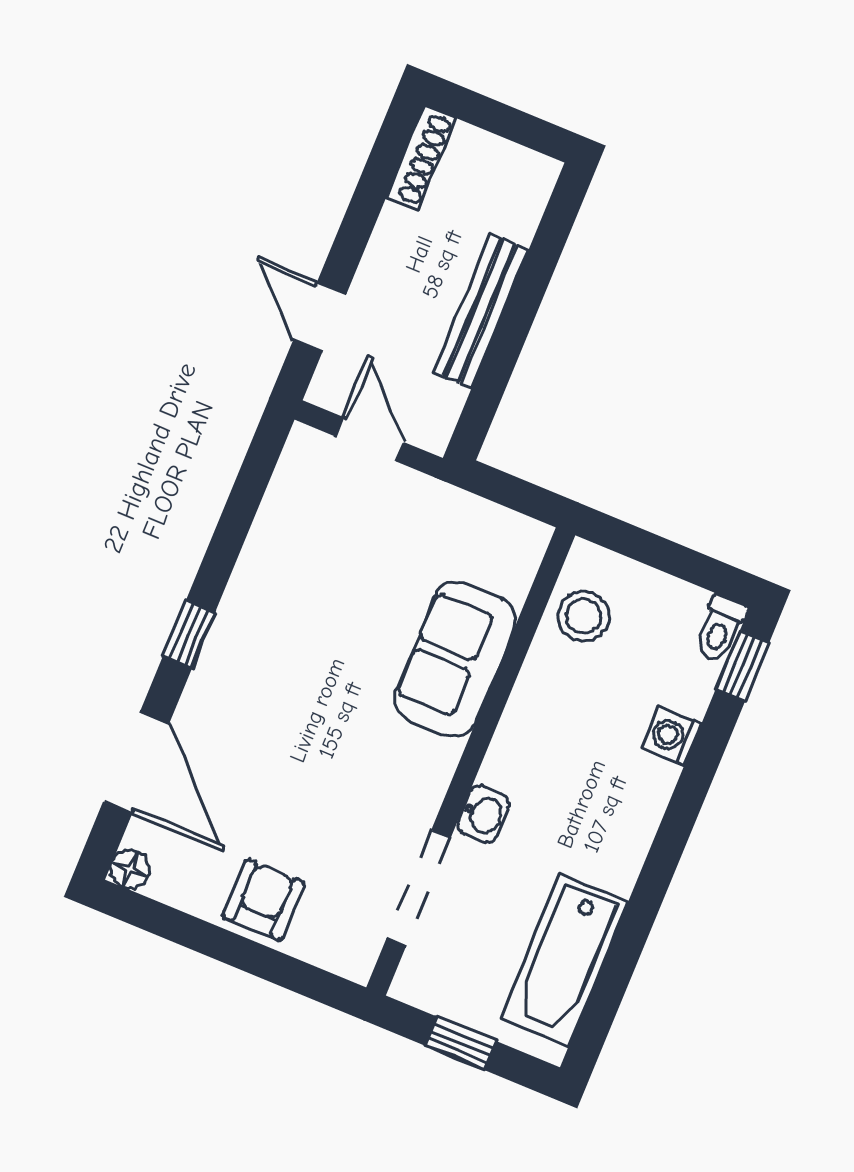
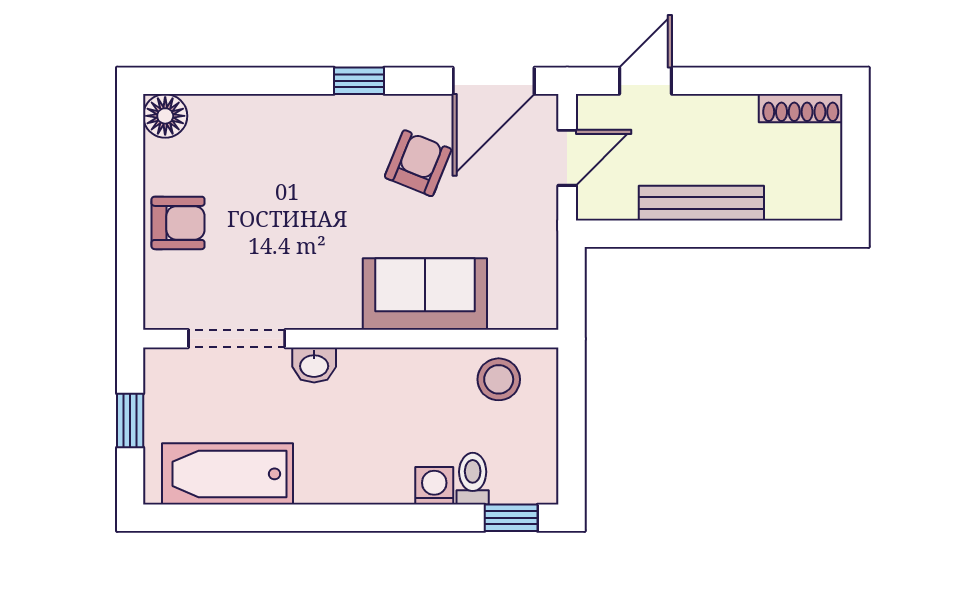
armchair: (307, 607) -> (418, 163), added
toilet: (720, 629) -> (473, 479), moved, turned 90
door: (136, 762) -> (494, 81), moved
floor lamp: (130, 869) -> (165, 116), width x1.37, depth x1.37

